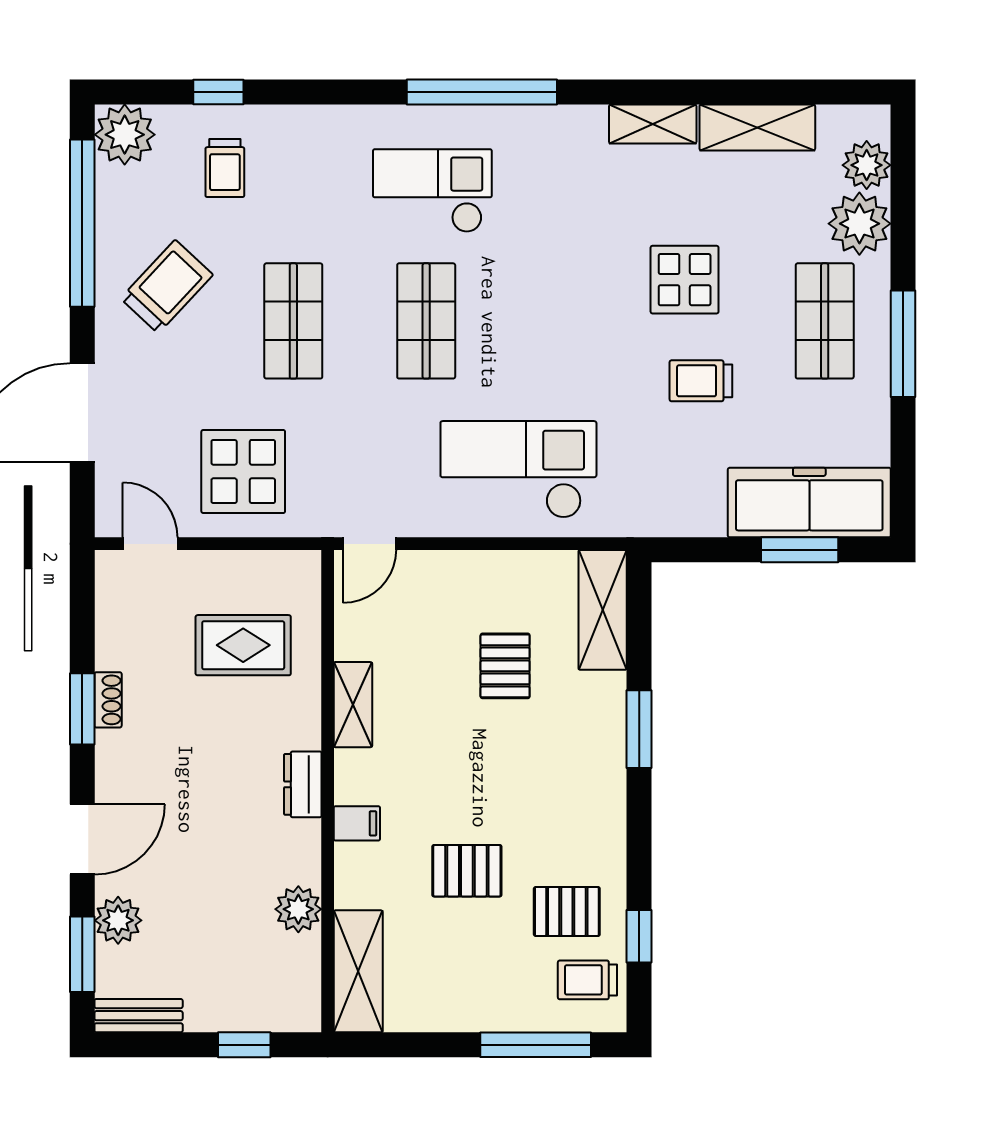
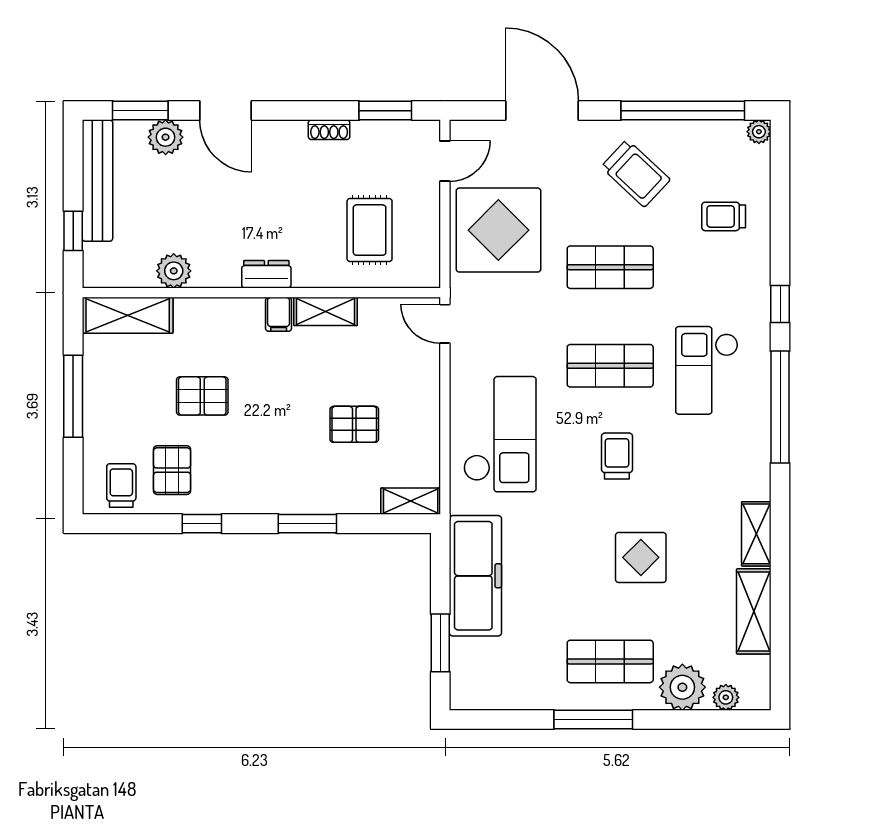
window: (218, 92) -> (780, 304), moved
plant: (125, 135) -> (759, 132), width x0.53, depth x0.53
plant: (867, 165) -> (726, 697), width x0.73, depth x0.73
checkout: (432, 191) -> (707, 370), turned 180
trolley: (701, 381) -> (617, 456), moved
display table: (243, 471) -> (498, 230), width x1.36, depth x1.36
freezer: (809, 503) -> (475, 576), moved
shelving: (603, 610) -> (411, 501), width x0.67, depth x0.75
window: (82, 709) -> (385, 111), moved
filing cabinet: (357, 823) -> (279, 314), moved
pallet: (467, 871) -> (202, 396), turned 90
window: (639, 936) -> (202, 524), moved
bench: (139, 1016) -> (97, 181), width x1.86, depth x1.21
window: (536, 1045) -> (73, 396), moved

